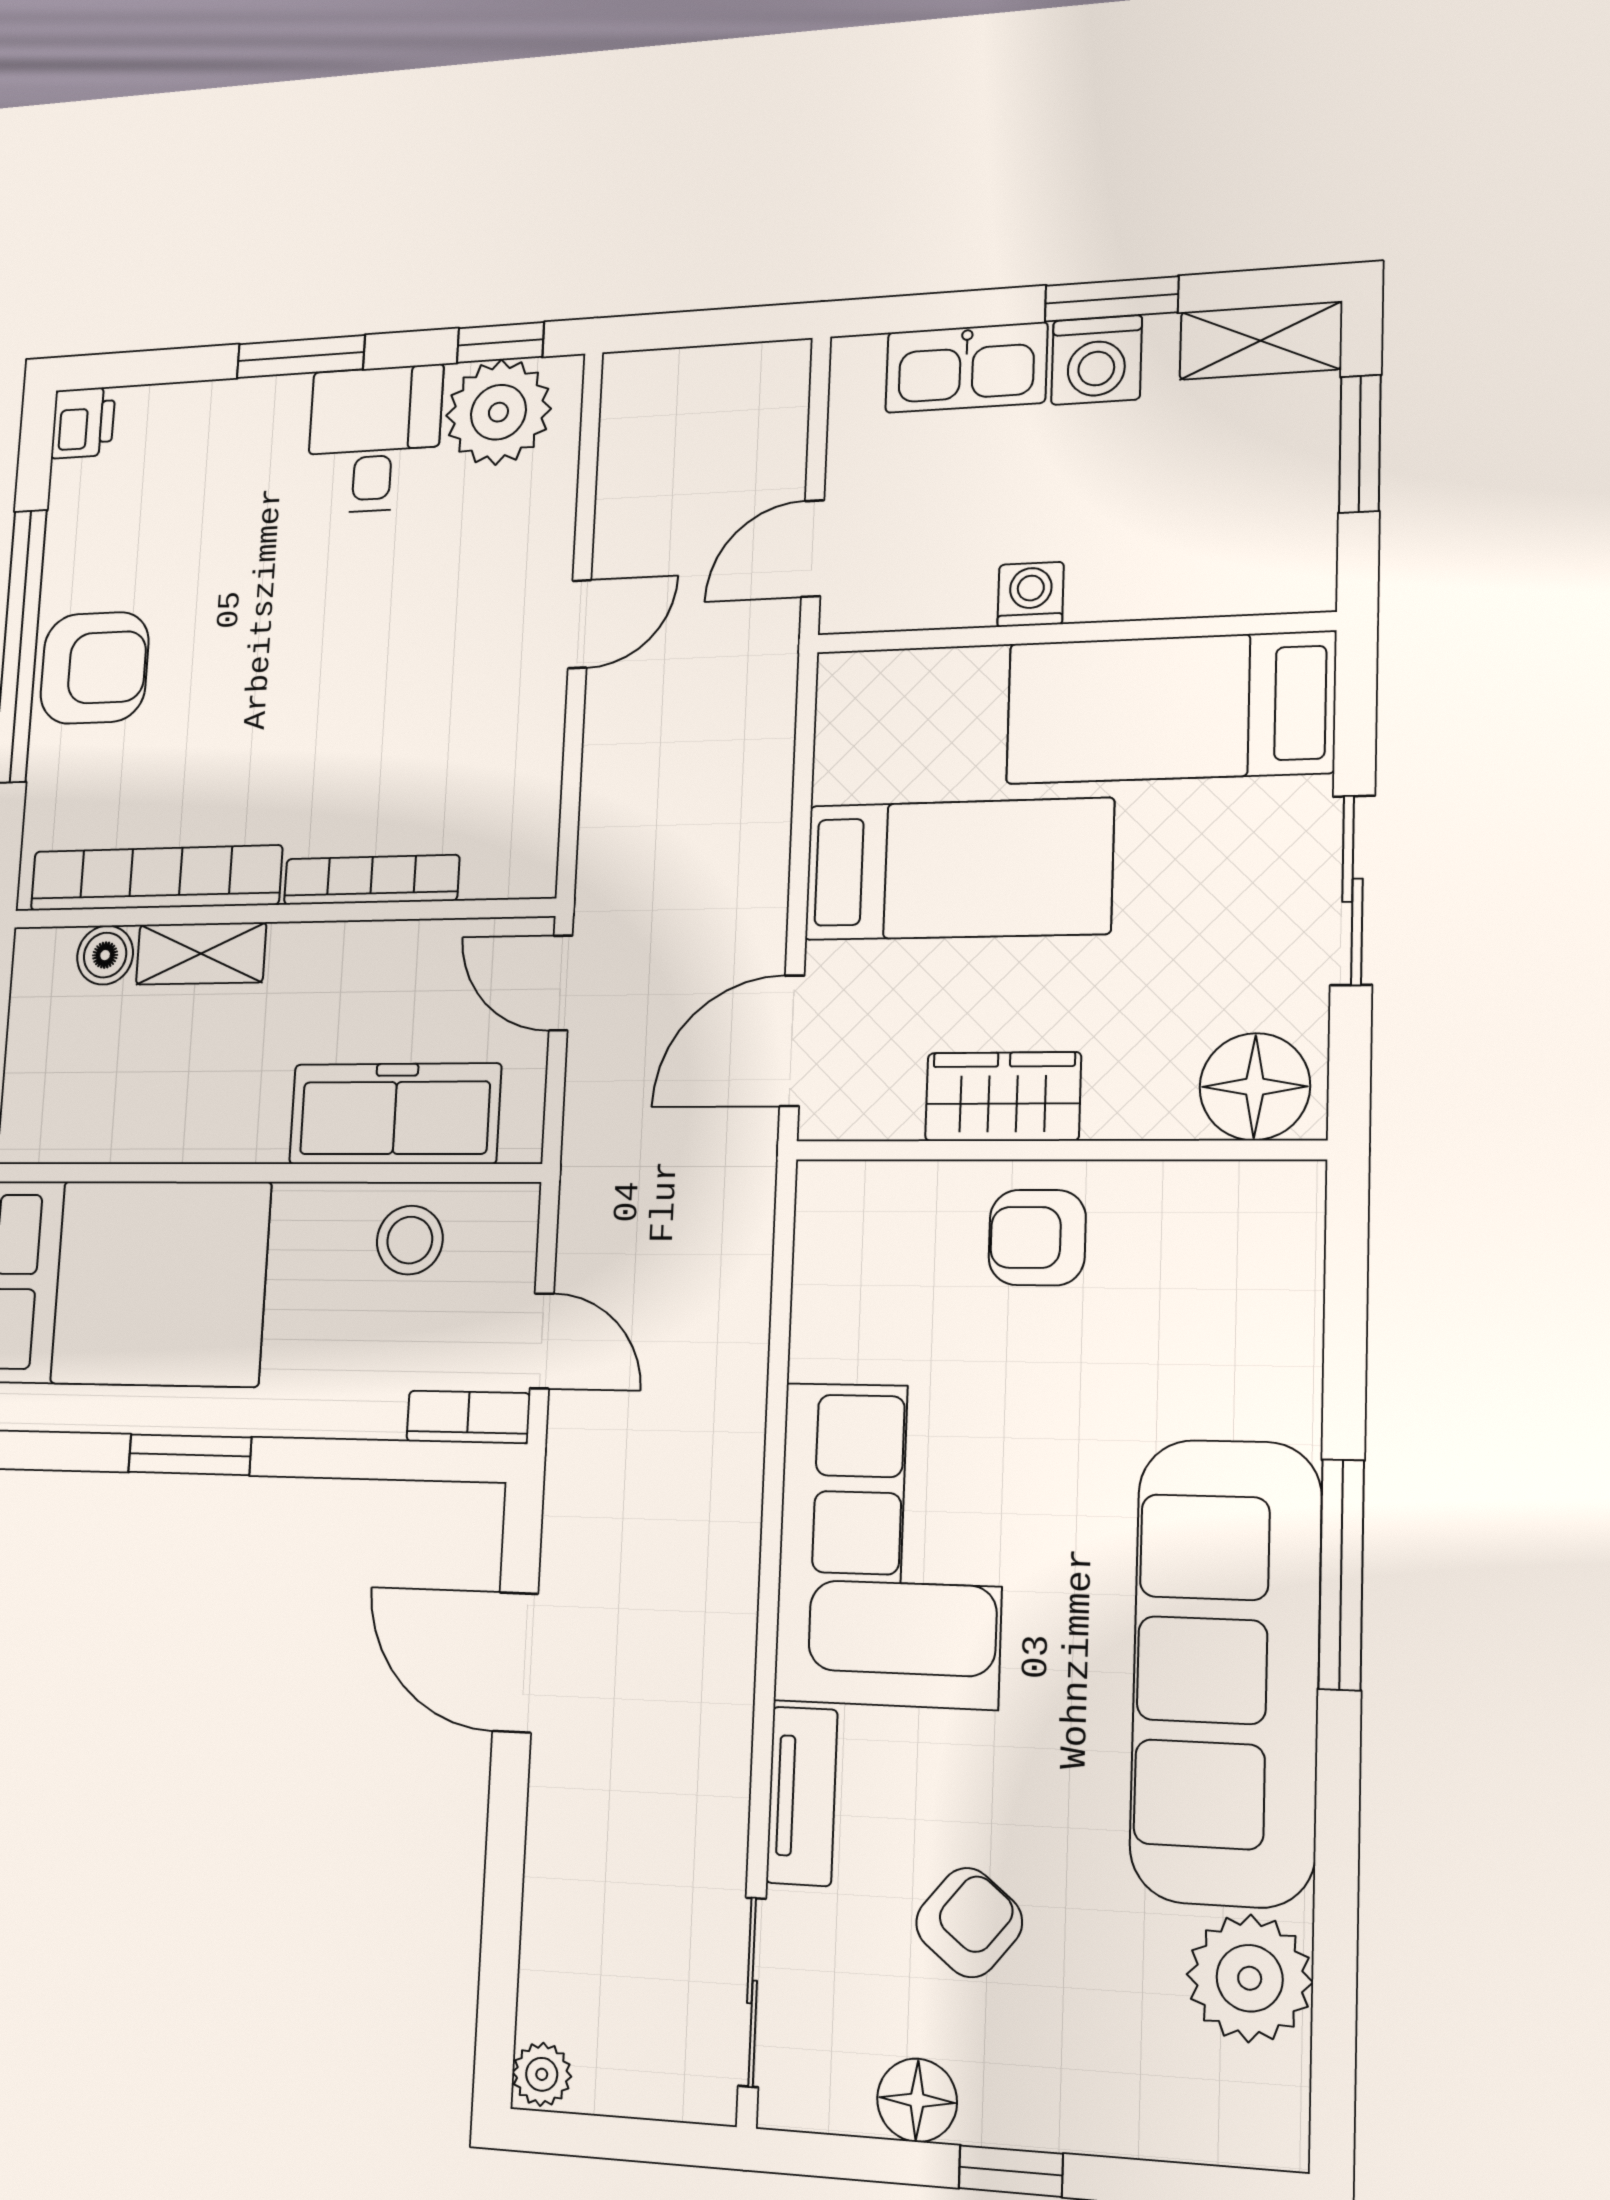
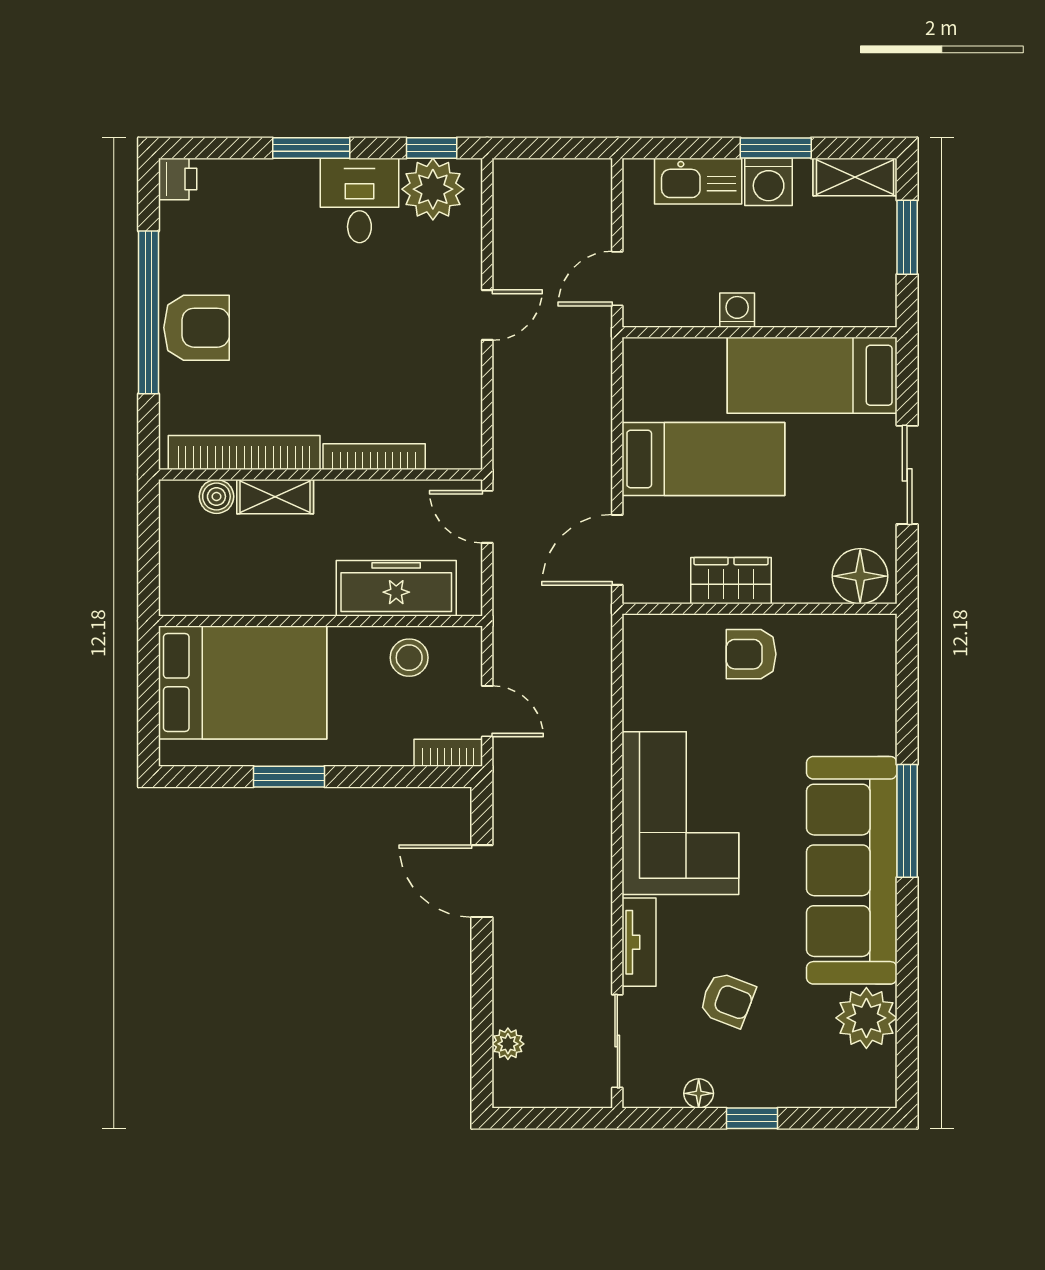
armchair: (969, 1922) -> (727, 1000), turned 72
plant: (542, 2074) -> (508, 1044), moved
floor lamp: (917, 2100) -> (699, 1093), width x0.73, depth x0.73

